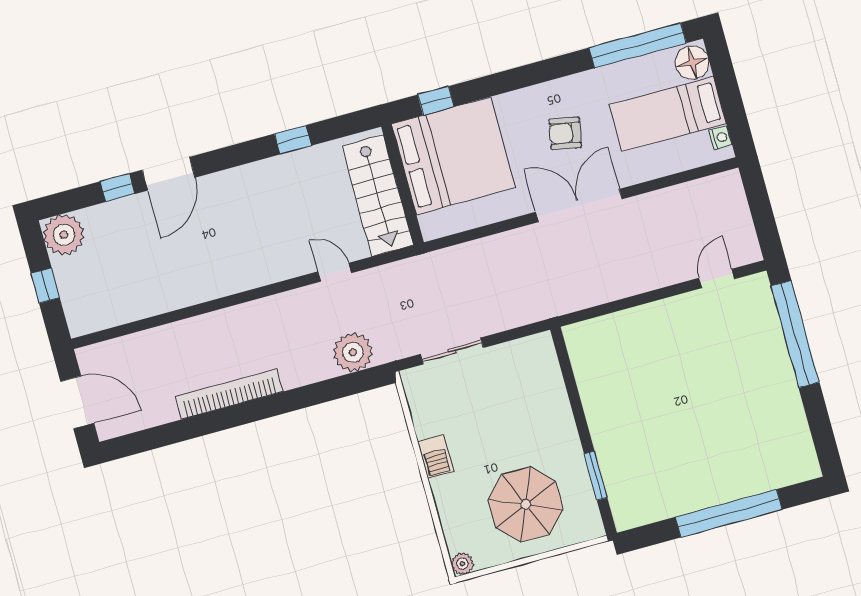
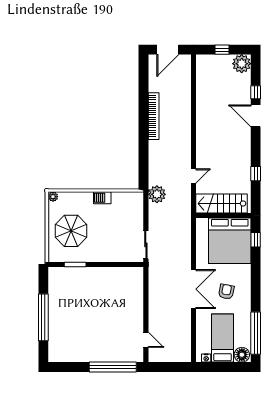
sliding door: (452, 351) -> (146, 245), moved
plant: (353, 352) -> (157, 194), moved

